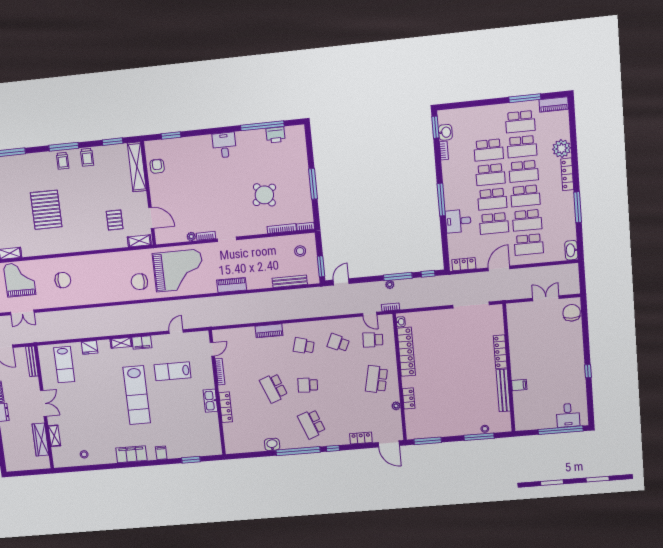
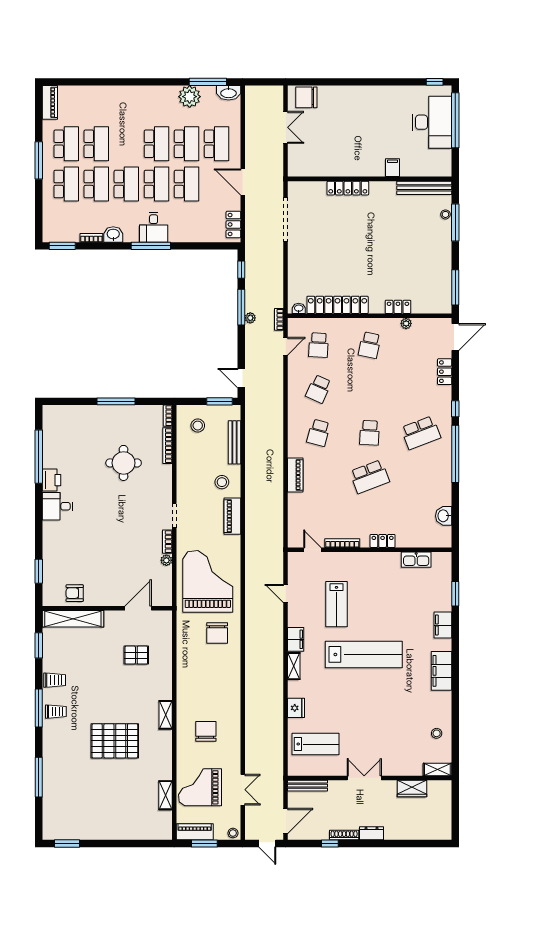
window: (525, 98) -> (39, 160), moved
washbasin: (445, 132) -> (113, 234), moved
printer: (276, 135) -> (51, 480), moved
plant: (562, 149) -> (190, 97), moved
school desk: (524, 171) -> (66, 184), moved
locker: (567, 174) -> (135, 92), removed
round table: (264, 195) -> (124, 463), turned 38
window: (578, 207) -> (208, 82), moved
desk: (458, 221) -> (154, 227), moved
shelving: (139, 241) -> (166, 715), moved
stool: (257, 274) -> (222, 482), added
double door: (546, 298) -> (285, 127), swing flipped
window: (588, 371) -> (435, 82), moved
school desk: (377, 379) -> (370, 345), width x0.54
bench: (503, 390) -> (424, 188), moved
kitchen sink: (210, 401) -> (416, 560), moved
locker: (226, 407) -> (383, 541), width x0.66
desk: (568, 415) -> (432, 122), width x1.87, depth x1.30
shelving: (54, 436) -> (437, 769), moved
wardrobe: (41, 440) -> (412, 789), width x0.67
washbasin: (272, 444) -> (444, 516), moved
filing cabinet: (161, 453) -> (443, 625), width x2.00

